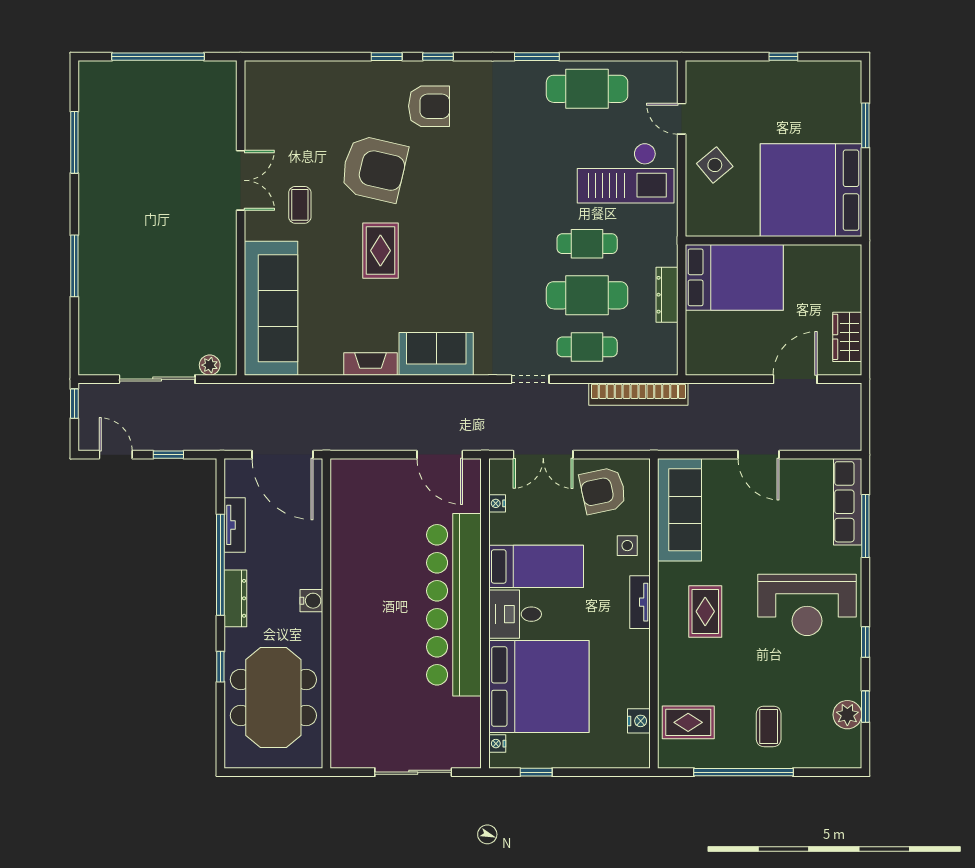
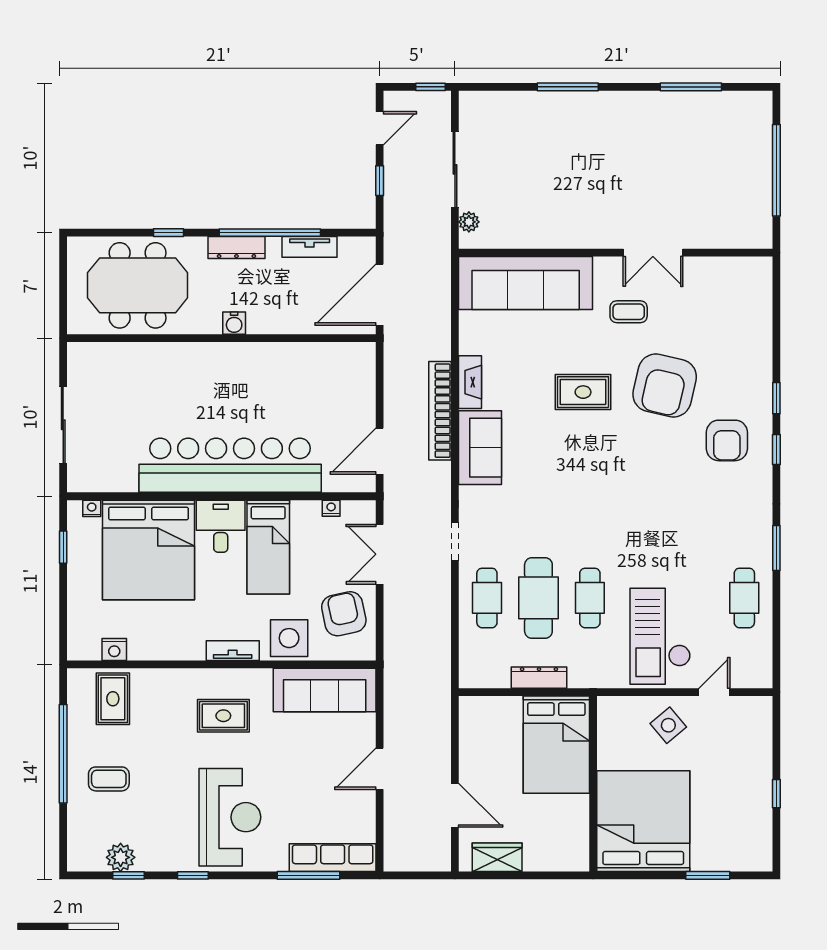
cafe table: (587, 89) -> (744, 598), width x0.73, depth x0.74
bookcase: (638, 394) -> (440, 411), moved
side table: (627, 546) -> (289, 638), width x1.87, depth x1.87
reception desk: (807, 605) -> (230, 817), turned 180

